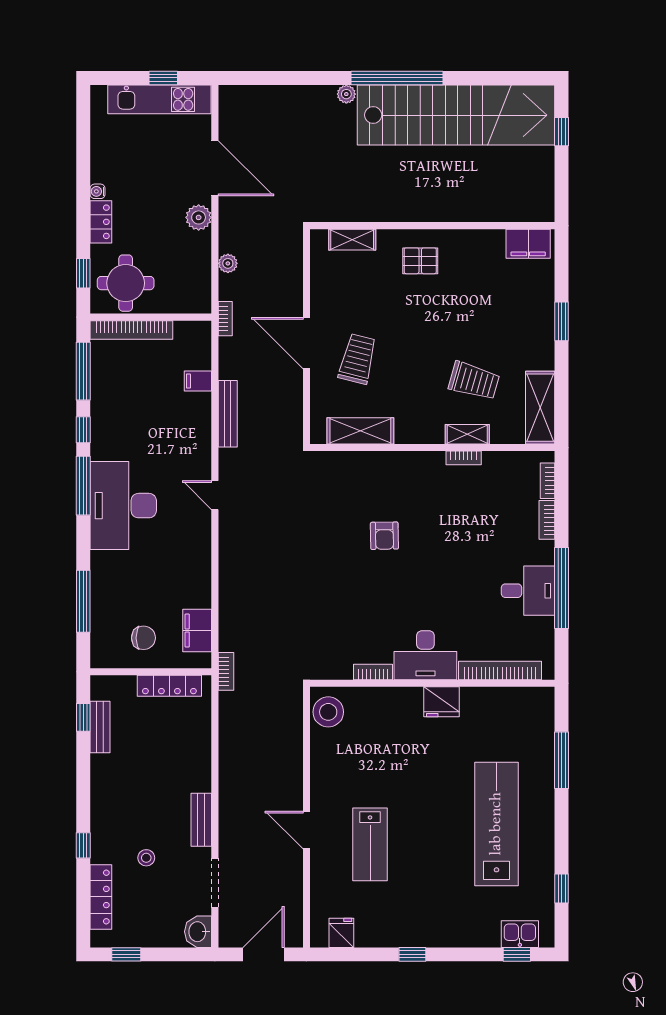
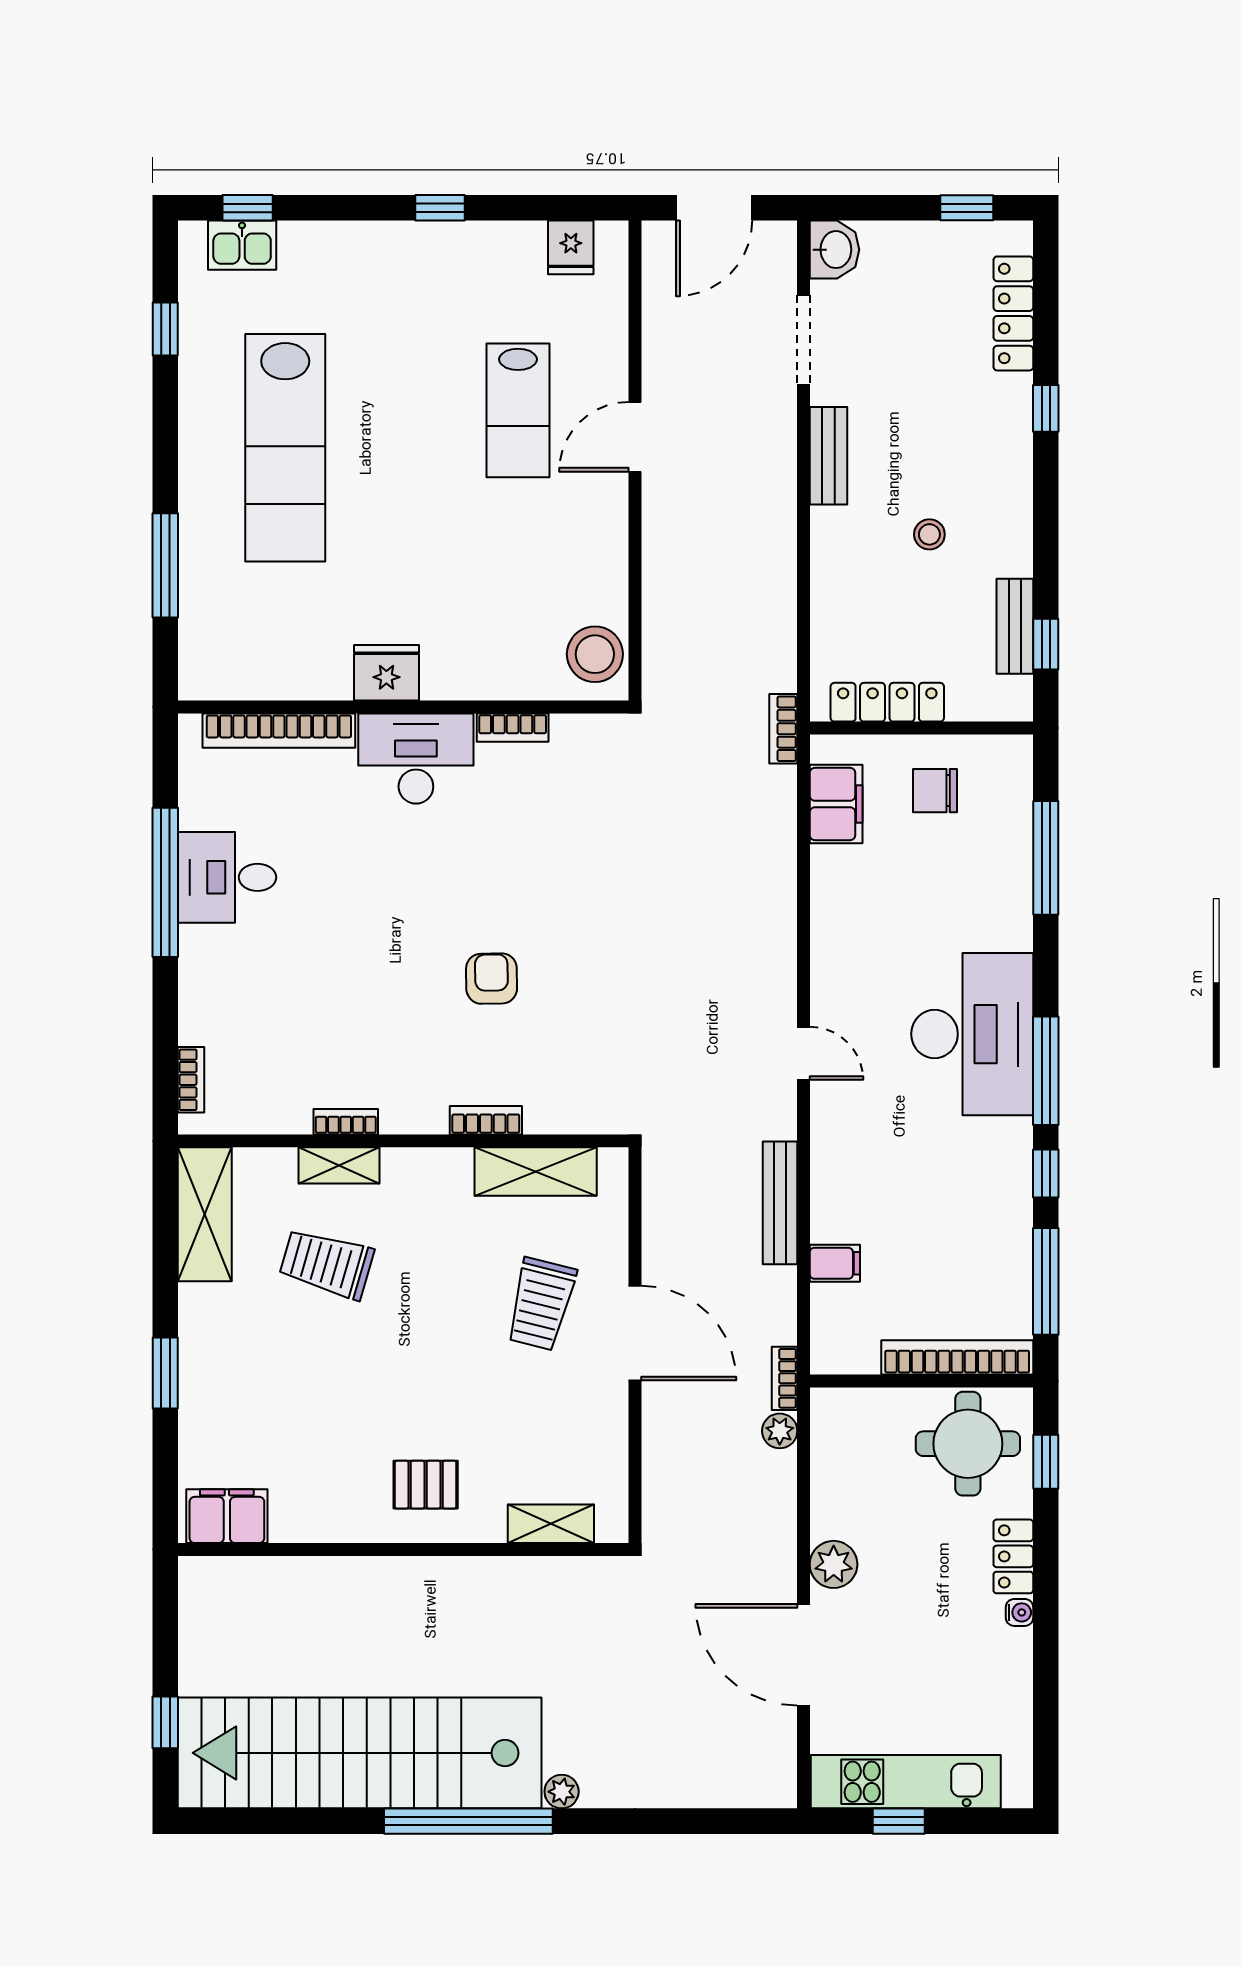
plant: (228, 263) -> (780, 1431), moved
bookcase: (547, 520) -> (486, 1120), moved, turned -90
door: (306, 830) -> (635, 437), swing flipped
lab bench: (370, 844) -> (518, 410), turned 180
stool: (146, 858) -> (929, 534), moved

